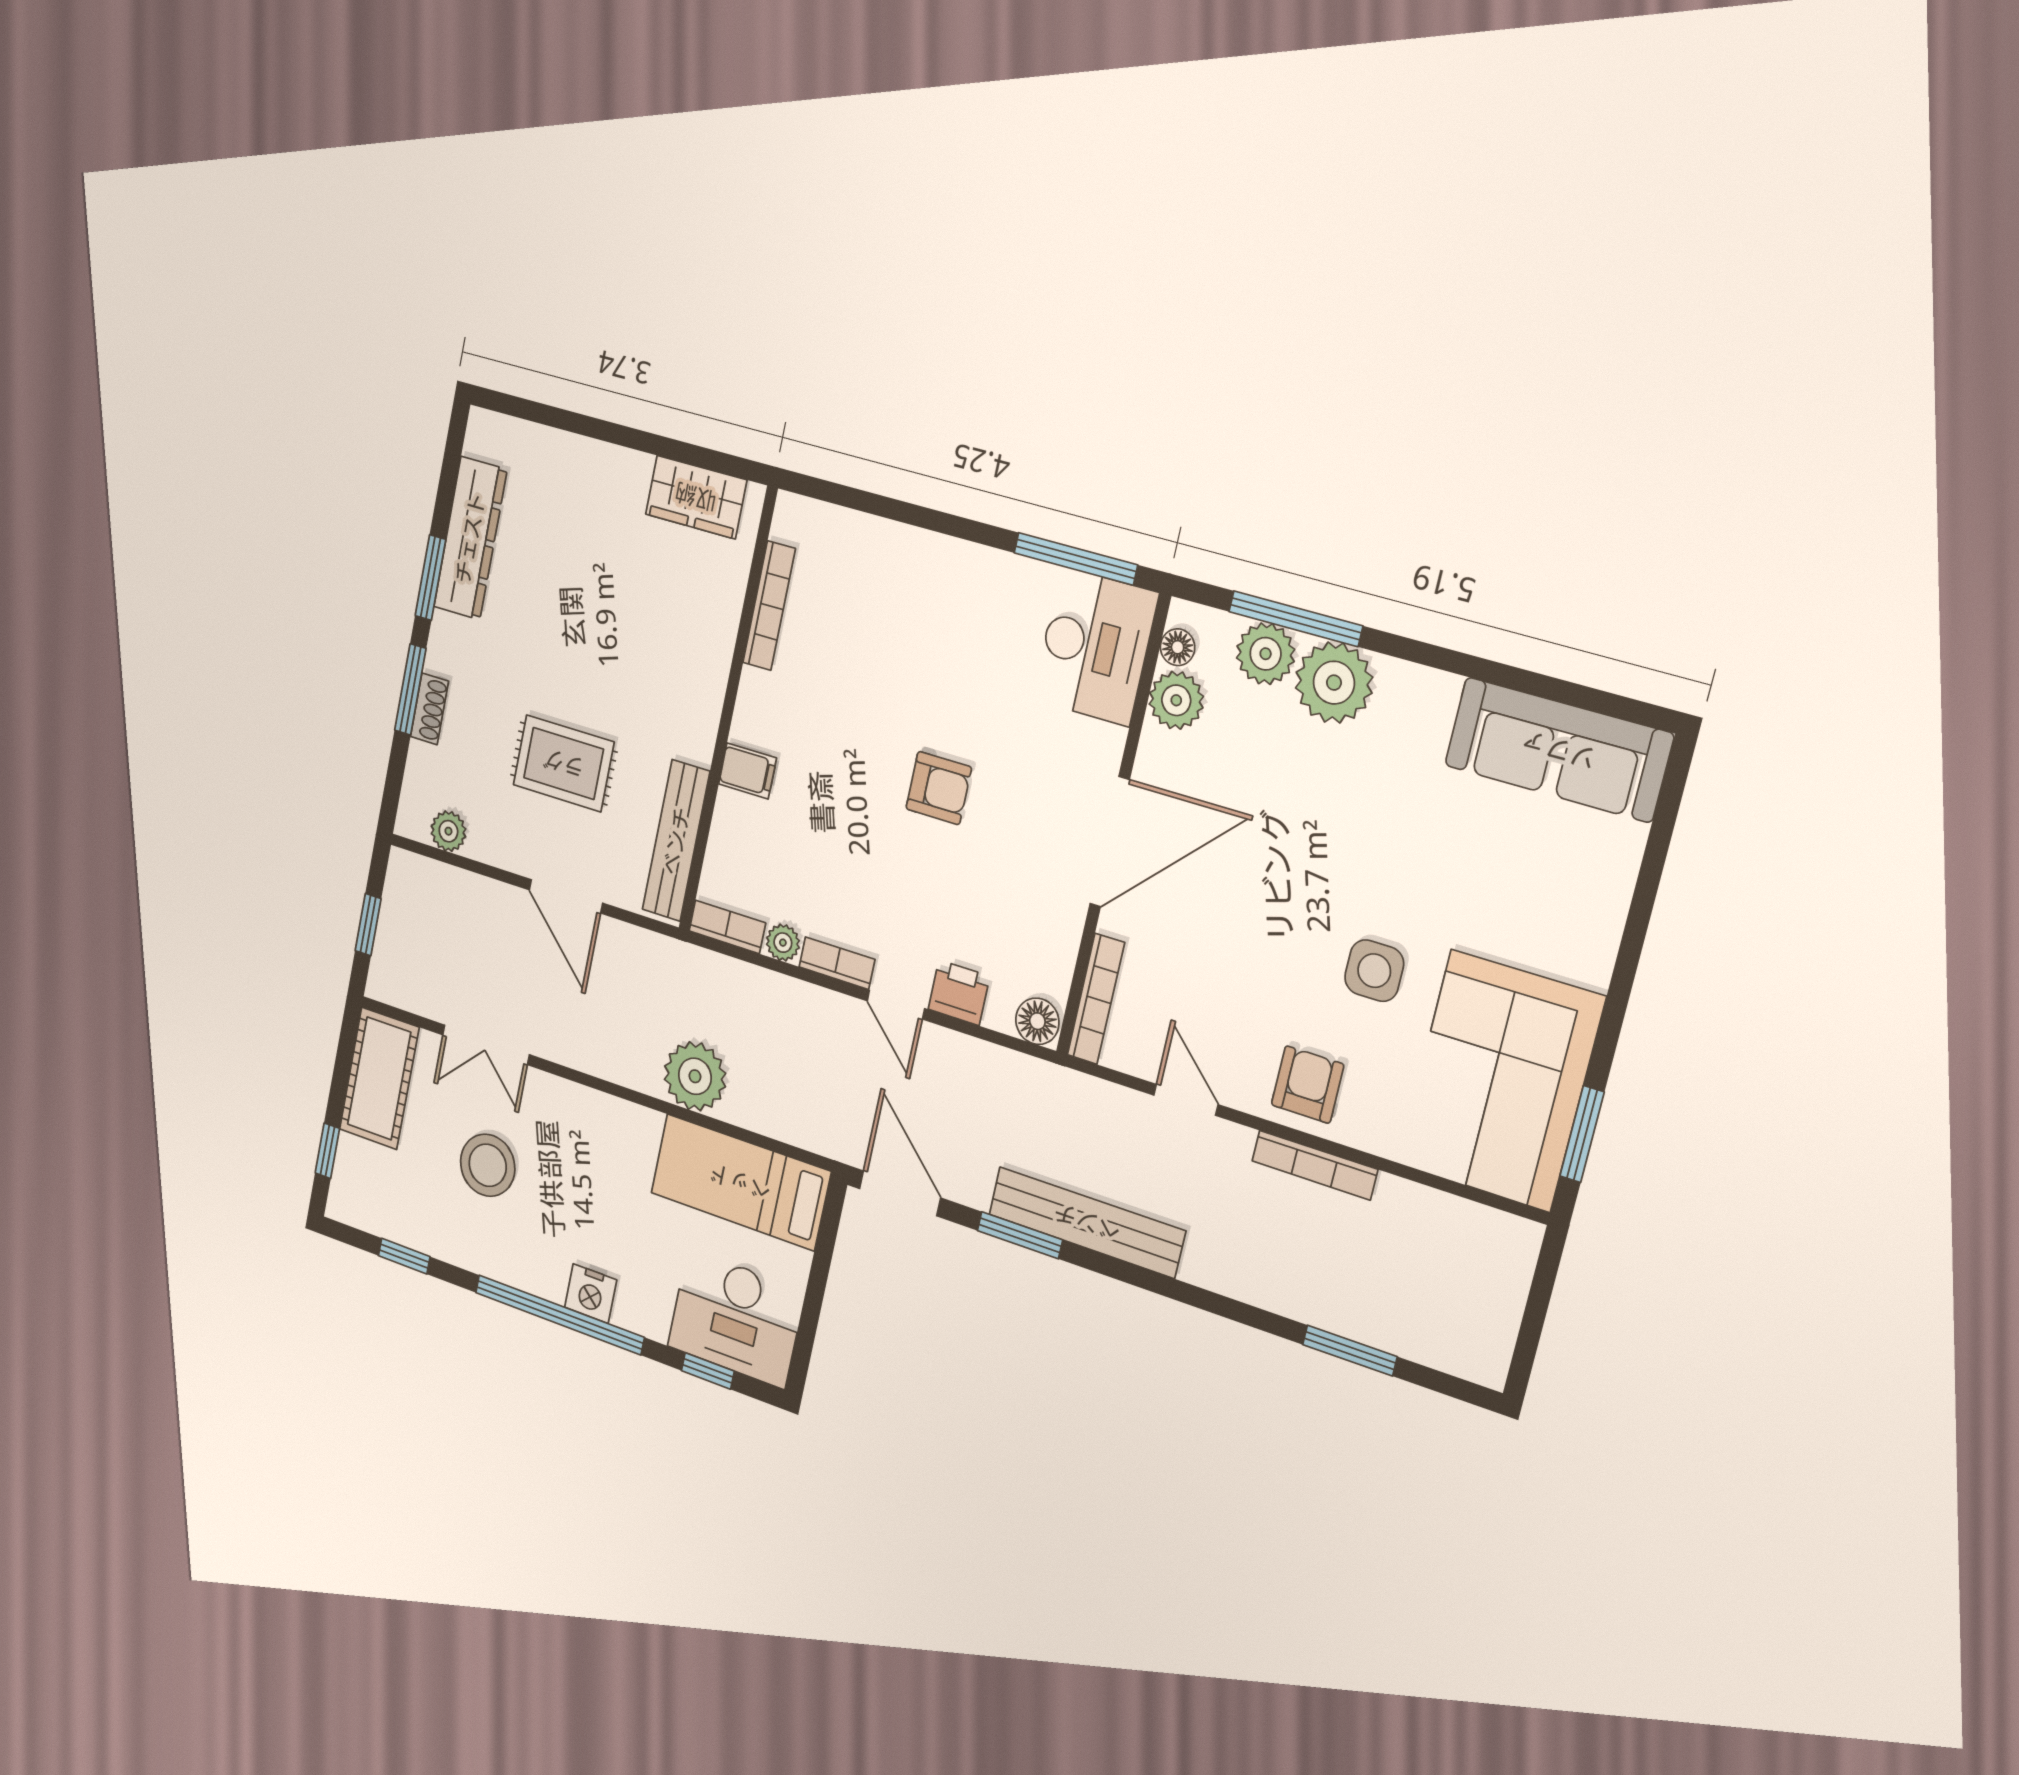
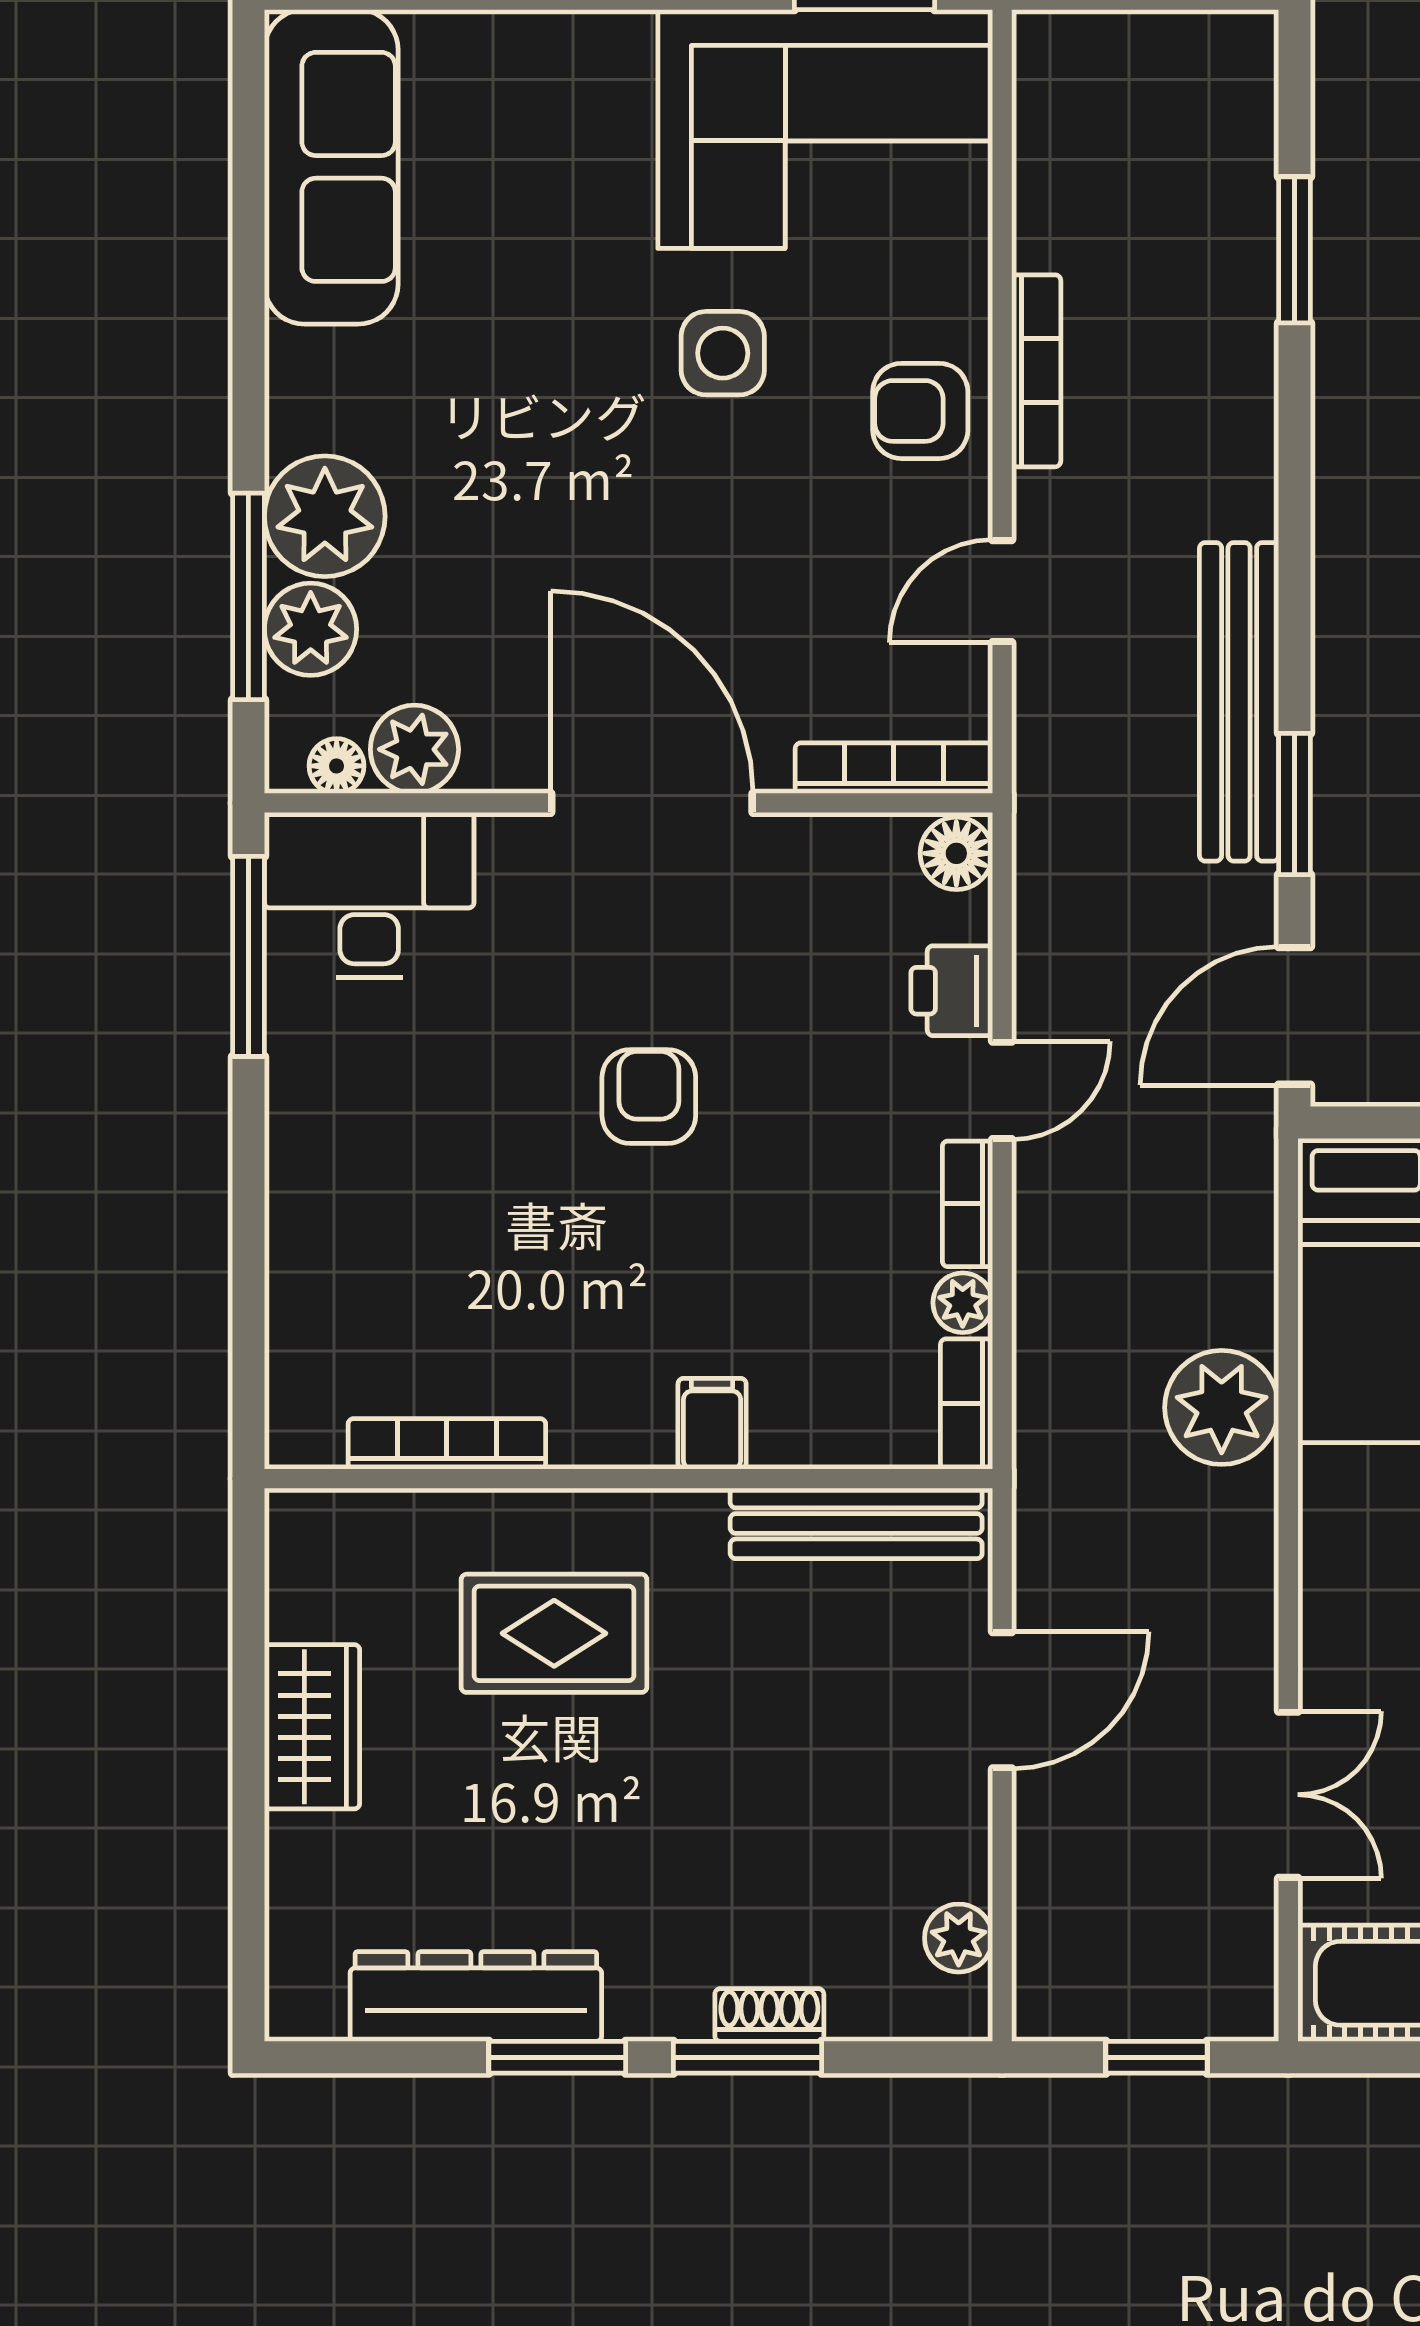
wardrobe: (696, 497) -> (312, 1727), moved
rug: (564, 763) -> (554, 1633), moved, turned 90

